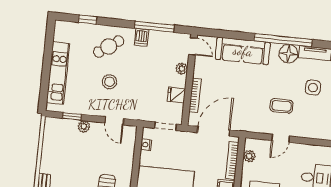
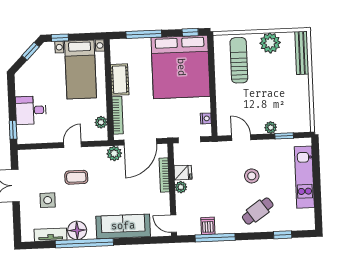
dishwasher: (141, 37) -> (208, 226), moved
plant: (182, 69) -> (181, 187), moved
plant: (241, 124) -> (114, 153), added

